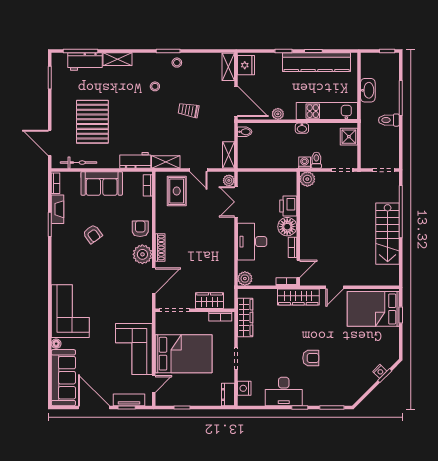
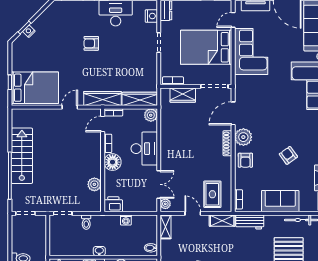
shower: (349, 137) -> (57, 243), removed
washing machine: (305, 163) -> (126, 220), moved
plant: (307, 179) -> (94, 184), moved
printer: (288, 206) -> (113, 204), moved, turned -90
wardrobe: (245, 317) -> (140, 99), moved, turned 90

